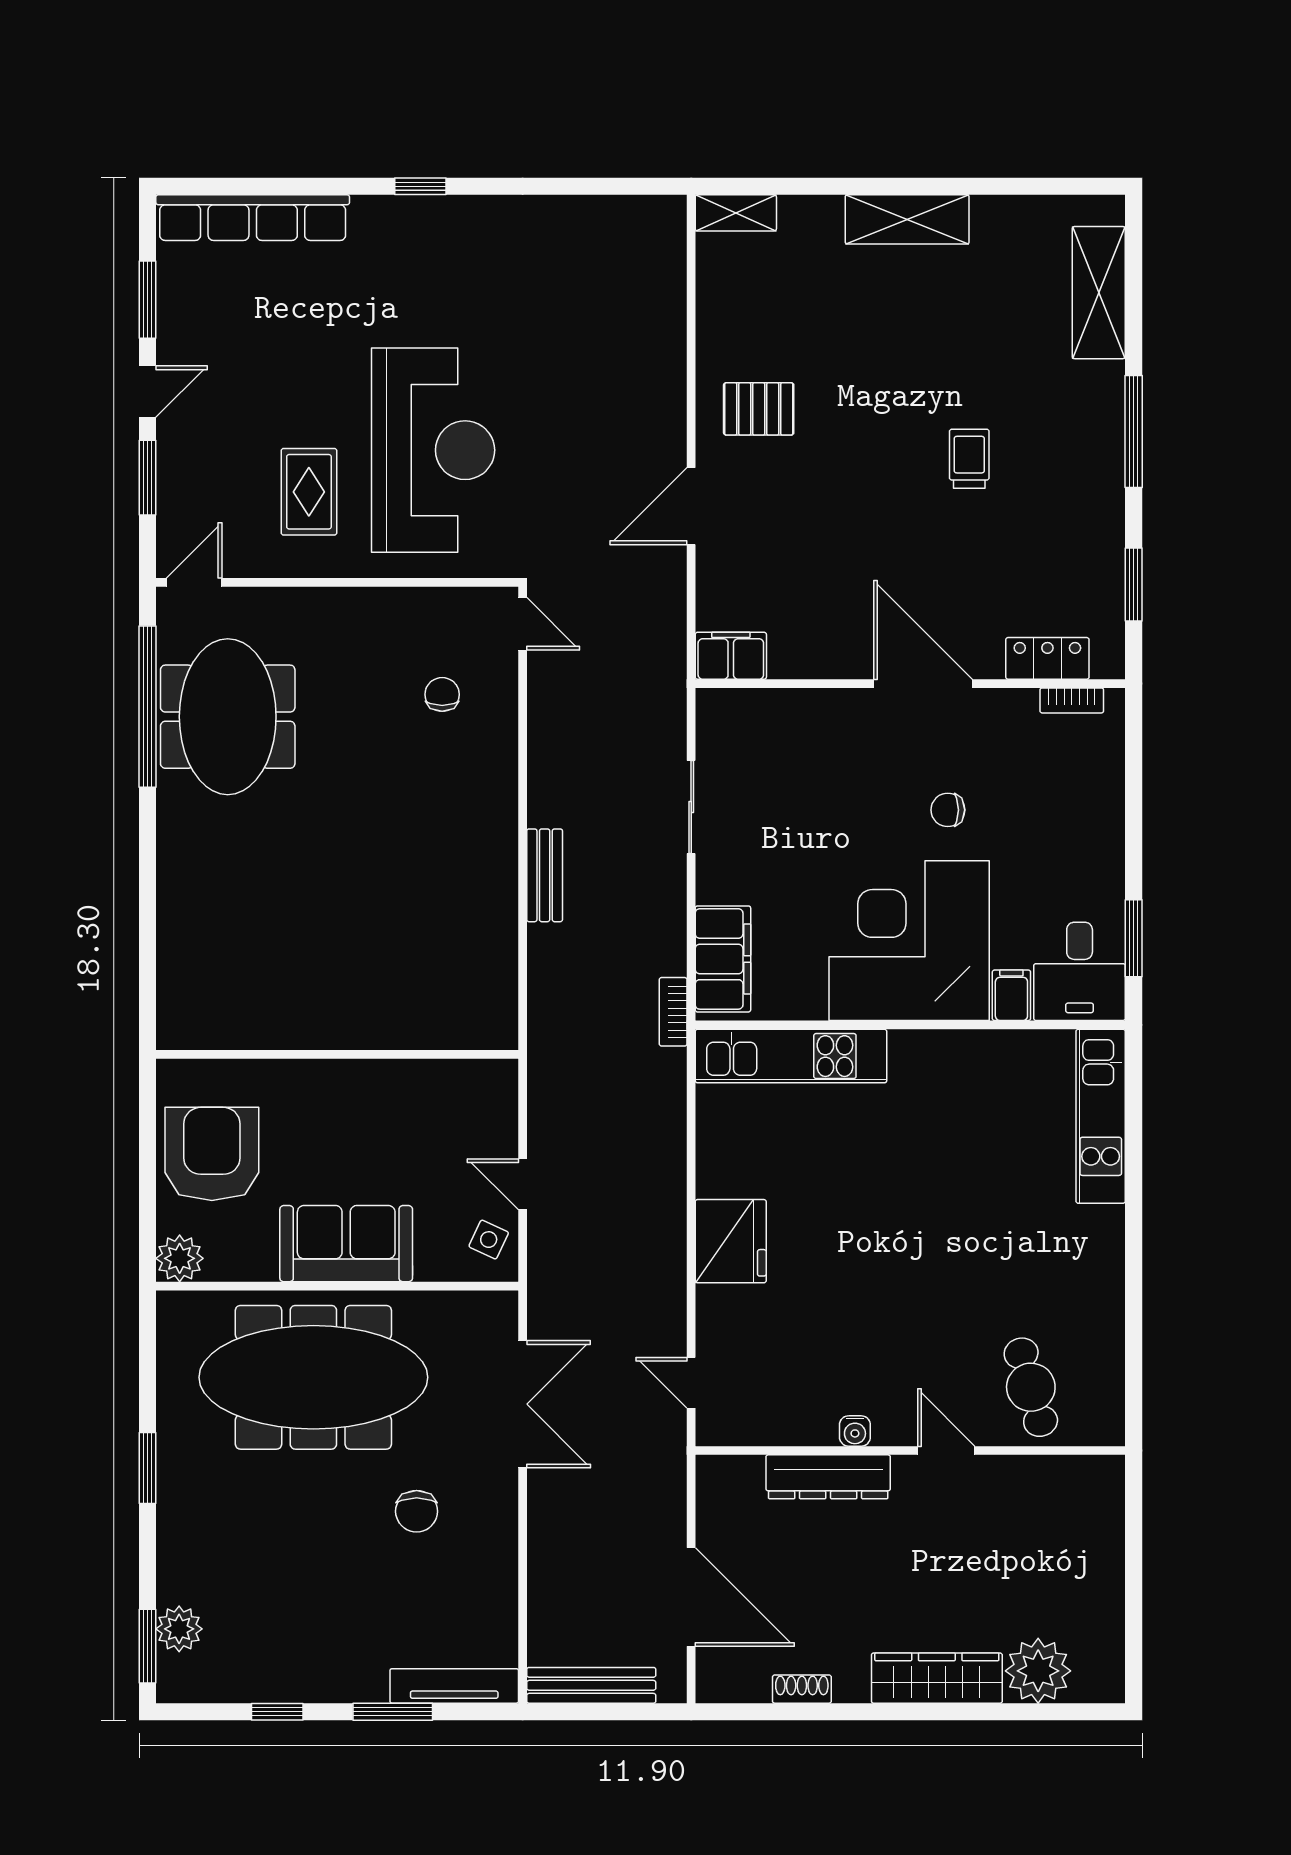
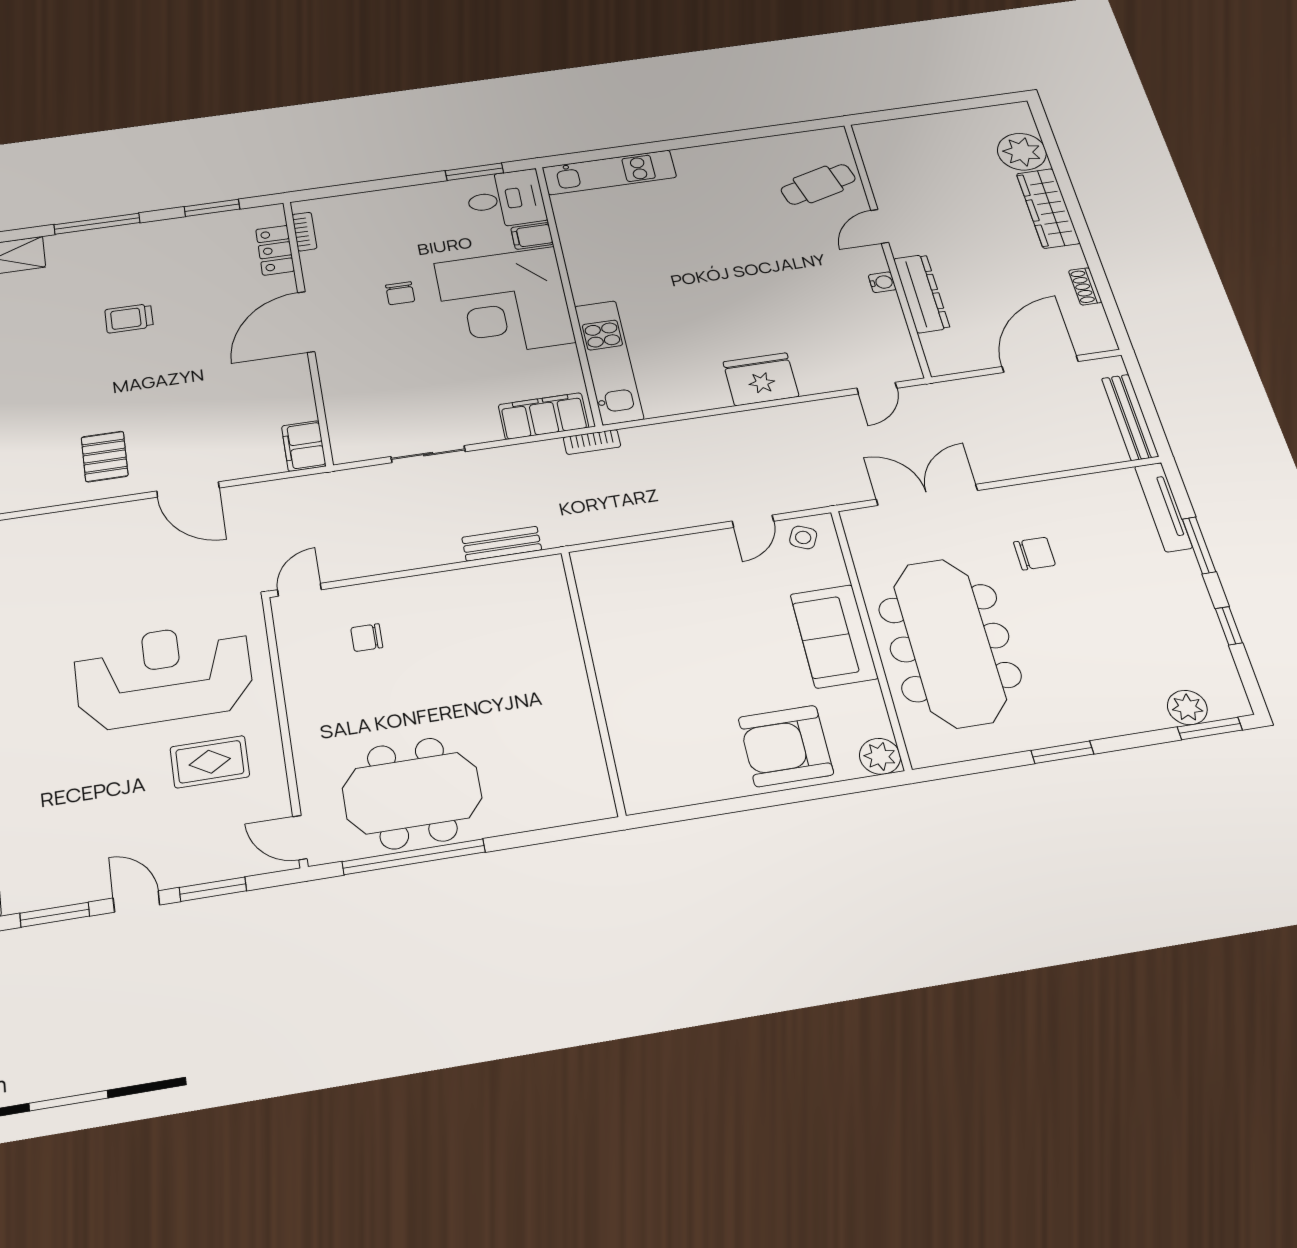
wall: (337, 1054) -> (593, 680), moved

